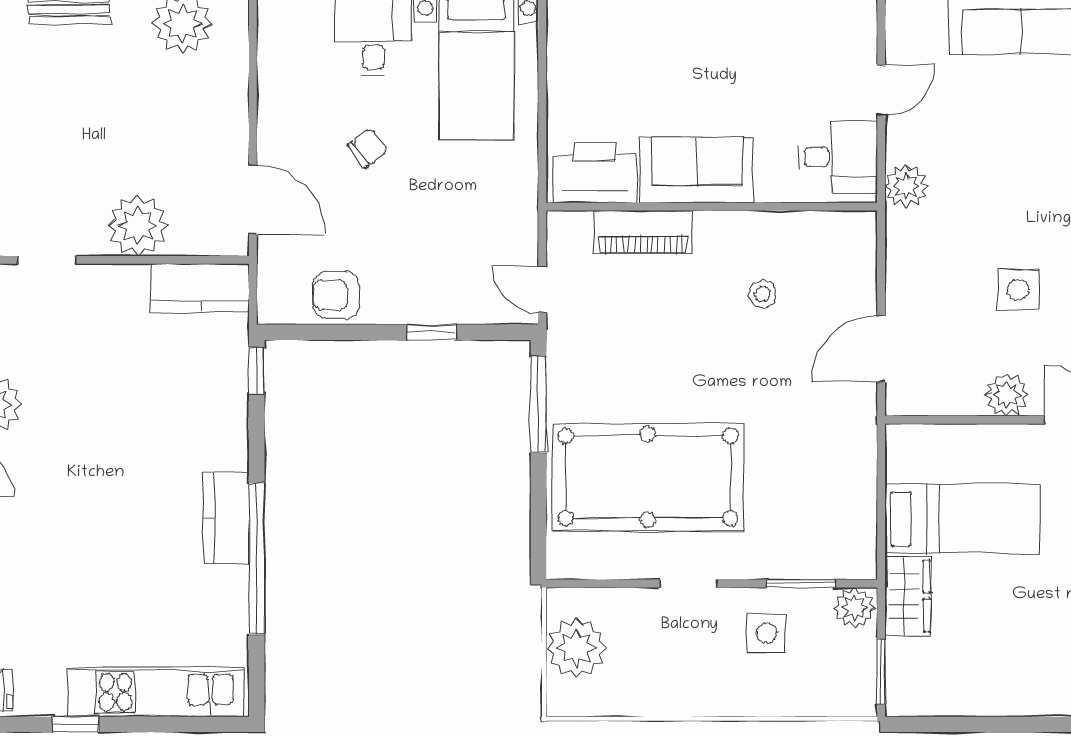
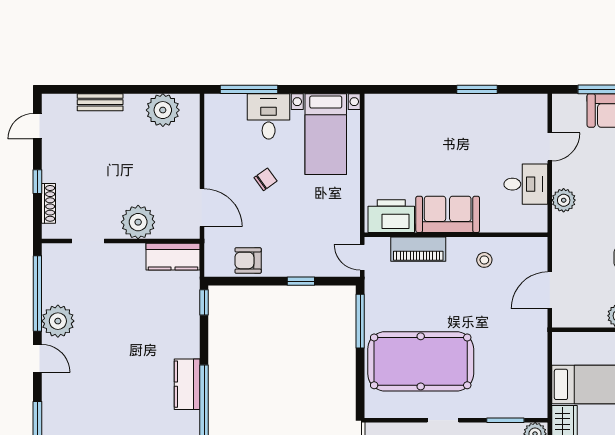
sofa: (697, 170) -> (448, 214), moved
printer: (595, 173) -> (391, 216), moved
wall: (712, 207) -> (456, 235), moved
piano: (643, 232) -> (418, 249), moved

